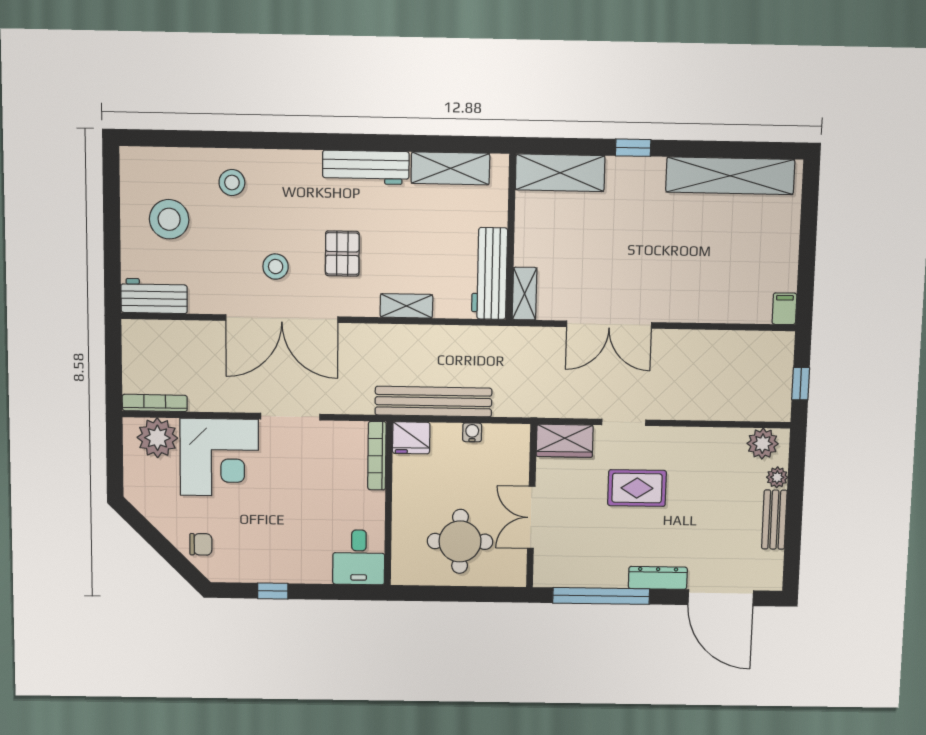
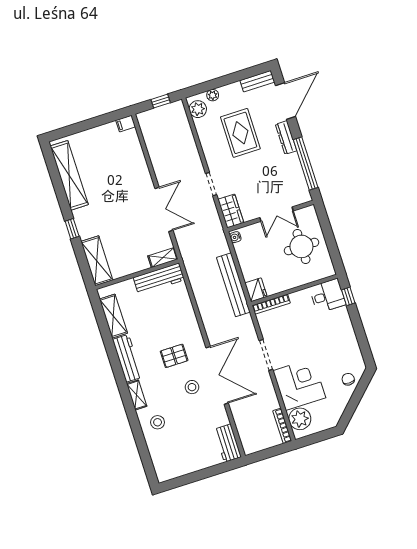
stool: (169, 219) -> (186, 448), removed
shelving: (406, 306) -> (137, 395), moved
water cooler: (472, 432) -> (235, 237), moved
rug: (637, 488) -> (240, 133), moved, width x1.36, depth x1.43
bench: (774, 520) -> (257, 81), moved
window: (273, 591) -> (348, 296), moved

